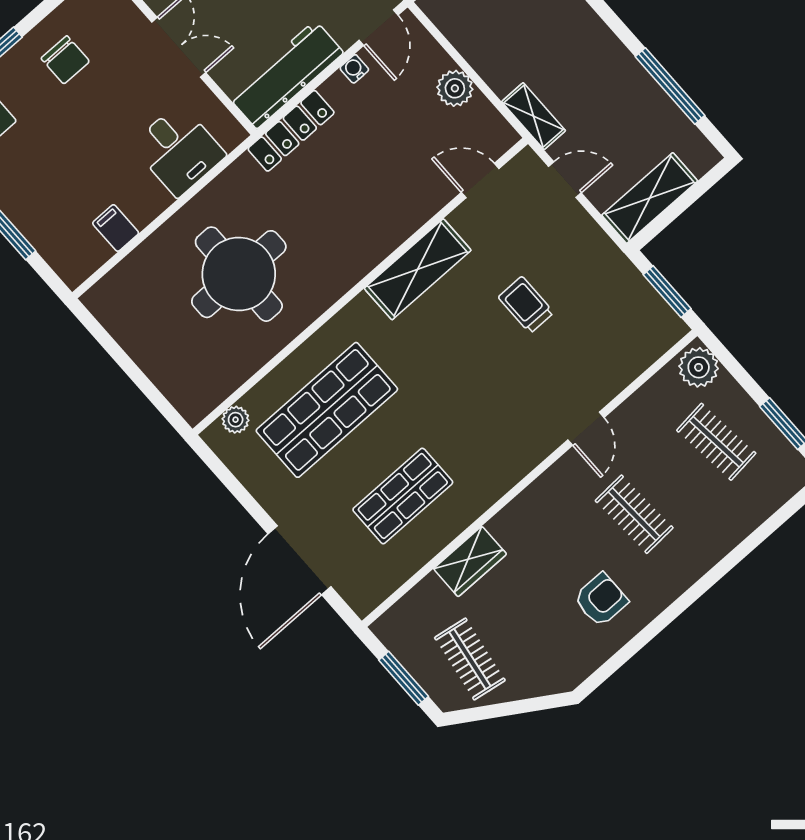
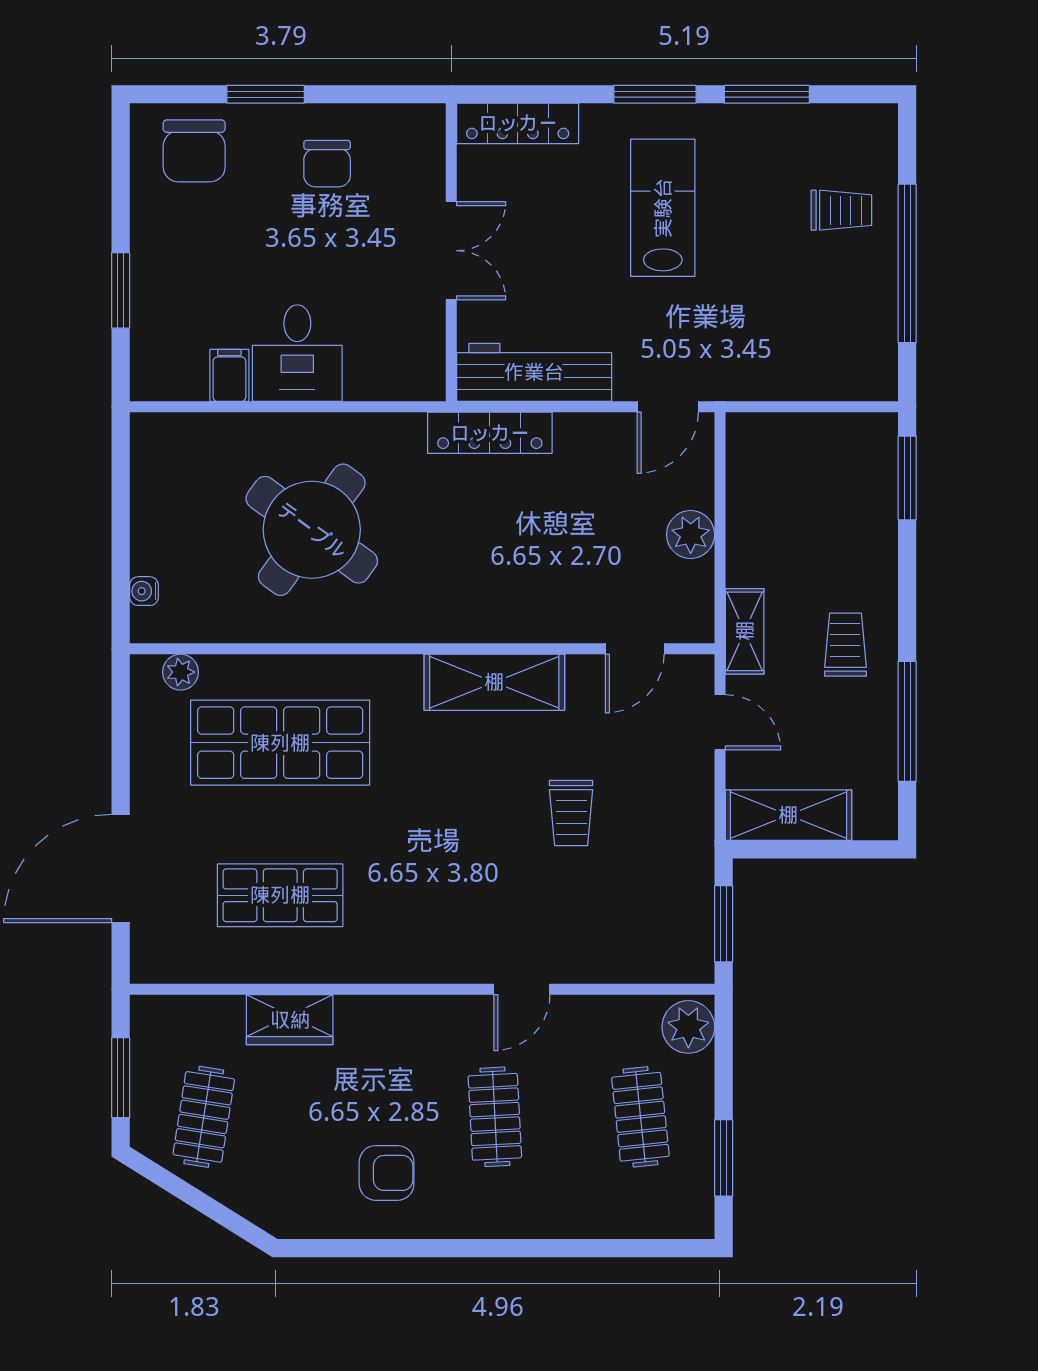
water cooler: (354, 69) -> (144, 591), moved, turned -90
trolley: (597, 73) -> (845, 645), added
desk: (179, 150) -> (297, 353), moved
door: (480, 181) -> (635, 649), swing flipped
round table: (239, 274) -> (312, 530), turned 36
trolley: (526, 305) -> (571, 813), turned 180

